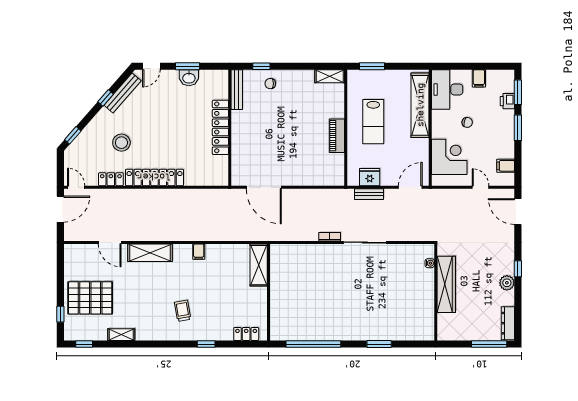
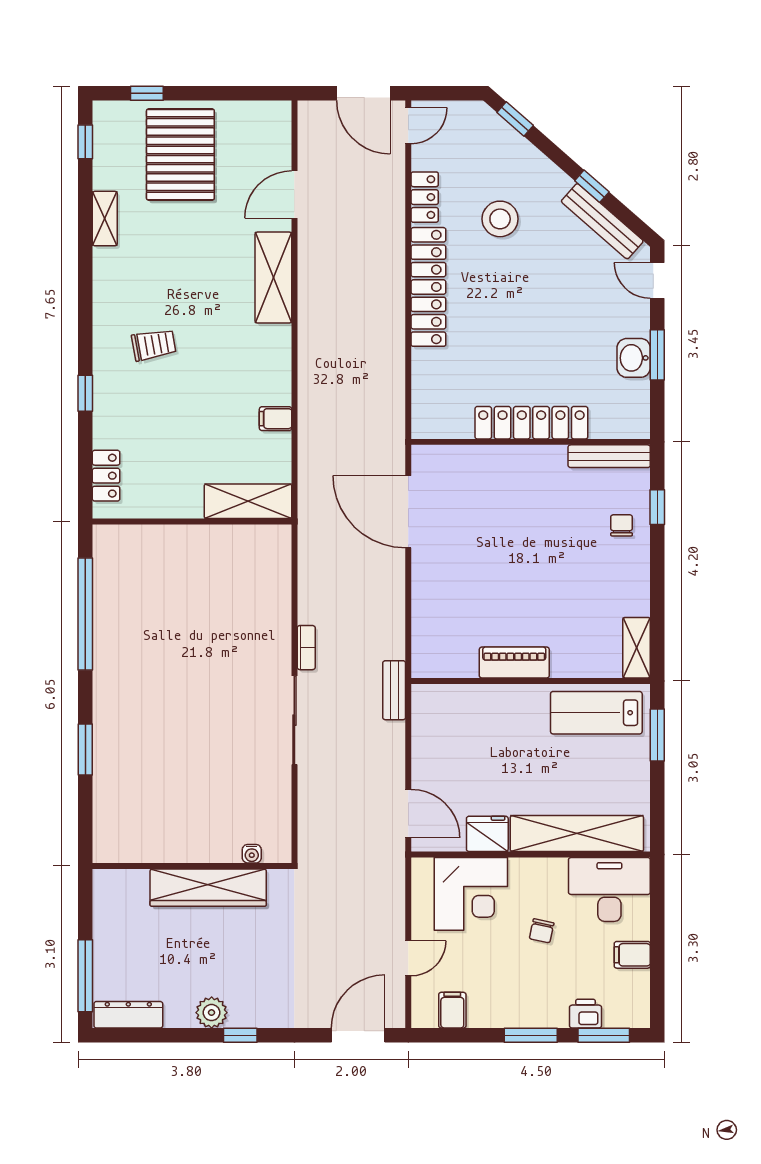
lab bench: (373, 122) -> (596, 713), moved
fridge: (370, 177) -> (487, 834), moved, turned -90
door: (264, 187) -> (408, 512), hinge flipped
bench: (369, 194) -> (394, 690), moved
filing cabinet: (199, 252) -> (276, 419), moved

